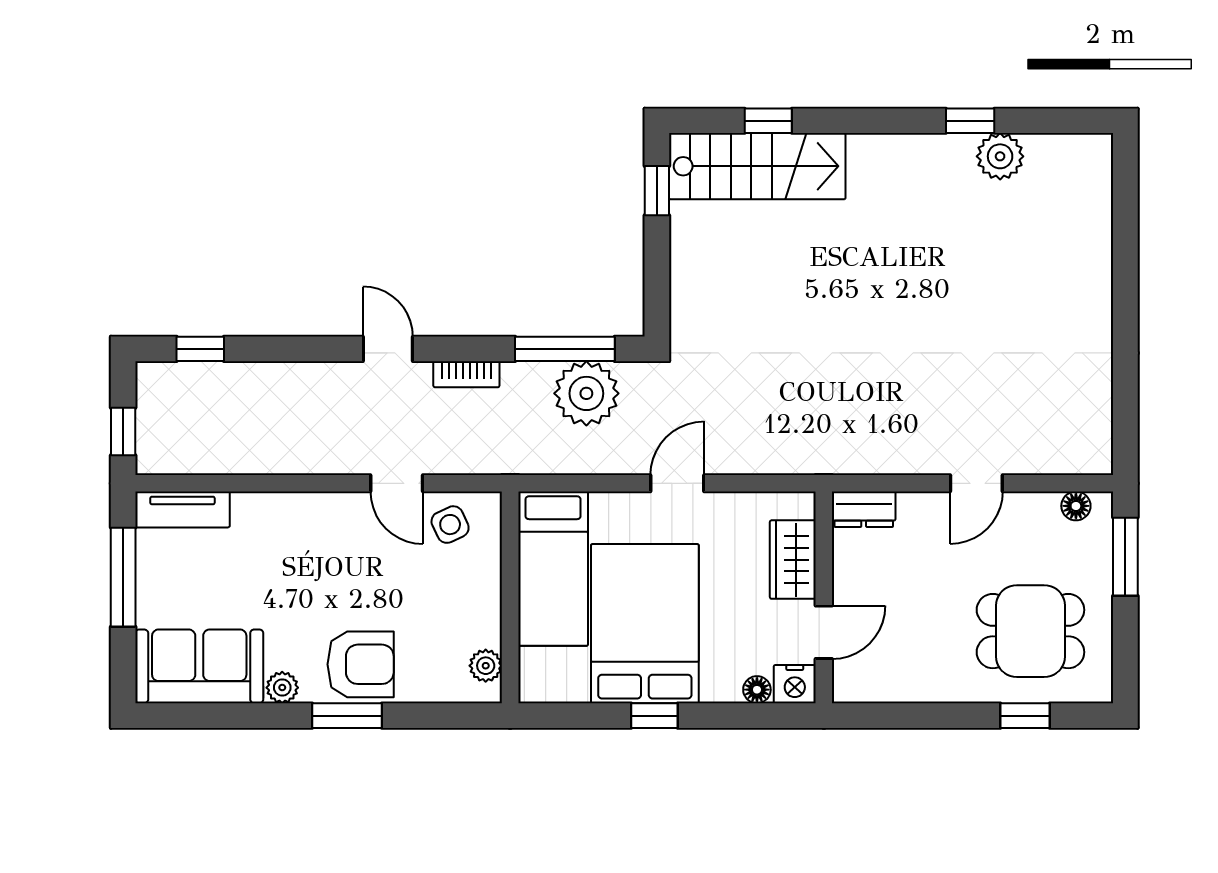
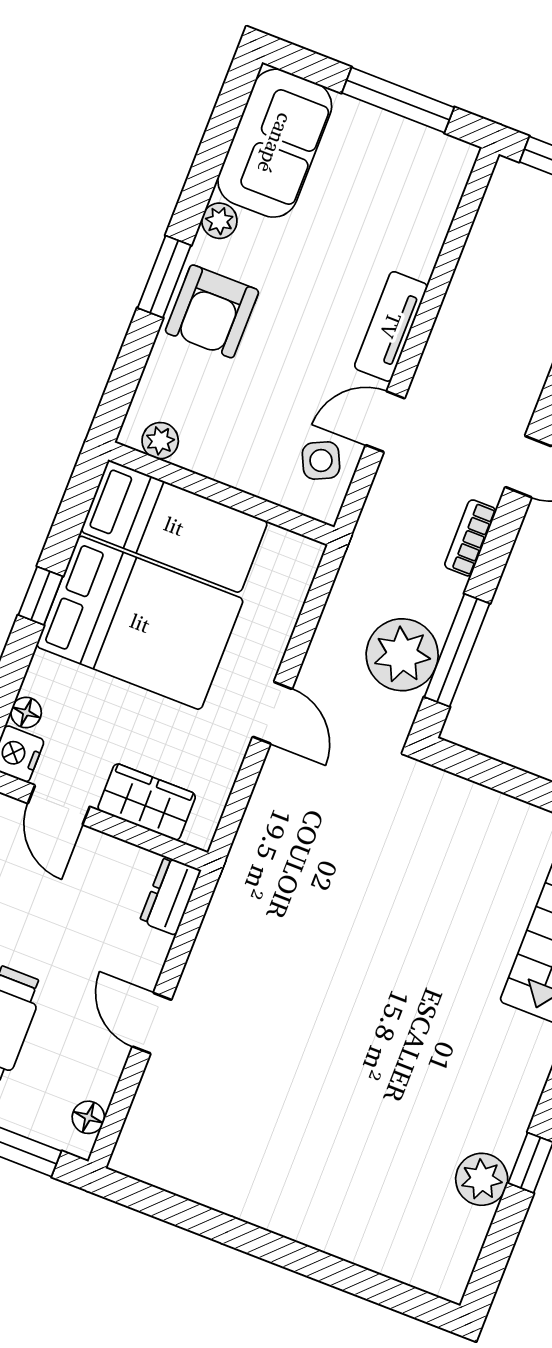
tv unit: (182, 509) -> (391, 326), moved
bed: (553, 569) -> (174, 526), moved, turned 180

